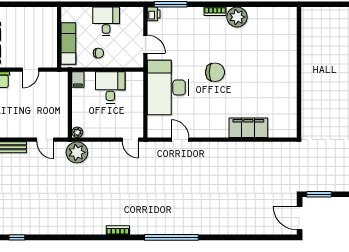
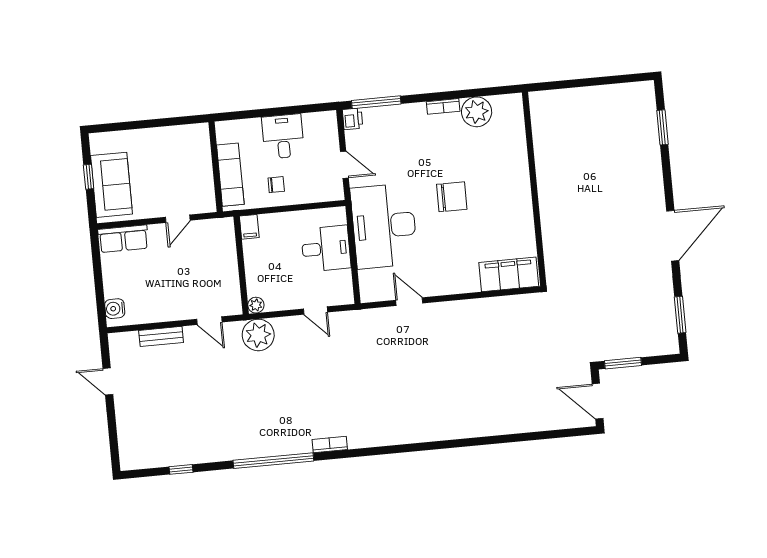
wall: (299, 72) -> (534, 189), moved
desk: (110, 87) -> (326, 249), moved, turned 90
door: (130, 140) -> (315, 311), moved
window: (171, 237) -> (273, 461), moved

